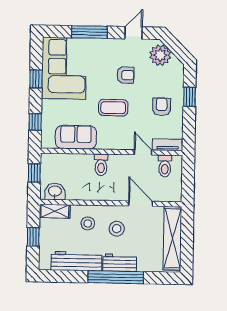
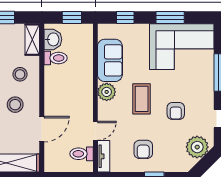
window: (36, 79) -> (170, 18), width x1.50
armchair: (162, 107) -> (143, 149), turned 90
plant: (106, 141) -> (107, 92), added
toilet: (101, 165) -> (56, 58), moved, turned 180

